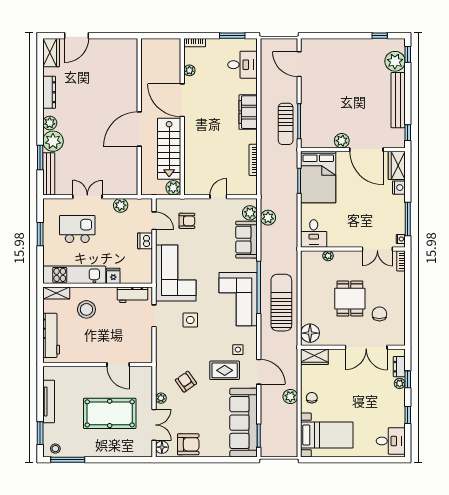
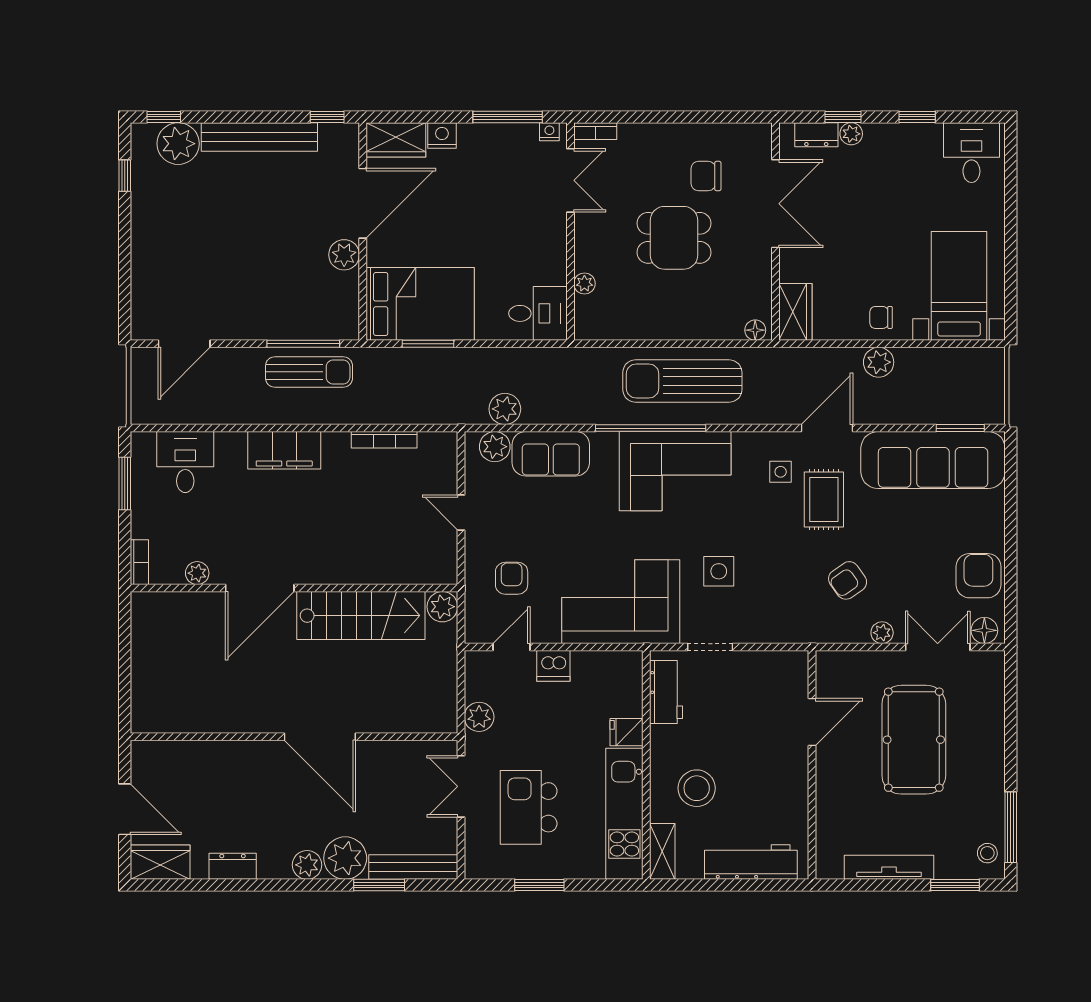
dresser: (49, 92) -> (233, 866), width x0.70
wall: (139, 117) -> (294, 737), moved
door: (139, 129) -> (320, 737), moved
floor lamp: (310, 333) -> (755, 330), width x0.53, depth x0.53

